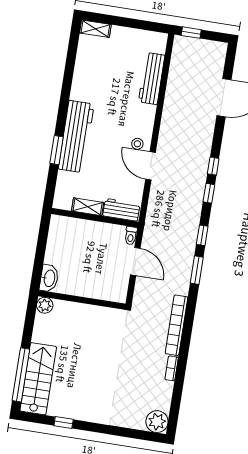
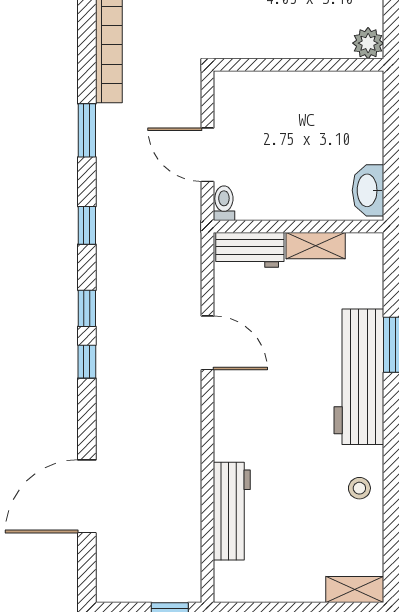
stool: (137, 144) -> (359, 488), moved
window: (197, 270) -> (87, 130), moved
washbasin: (49, 278) -> (368, 190), moved

